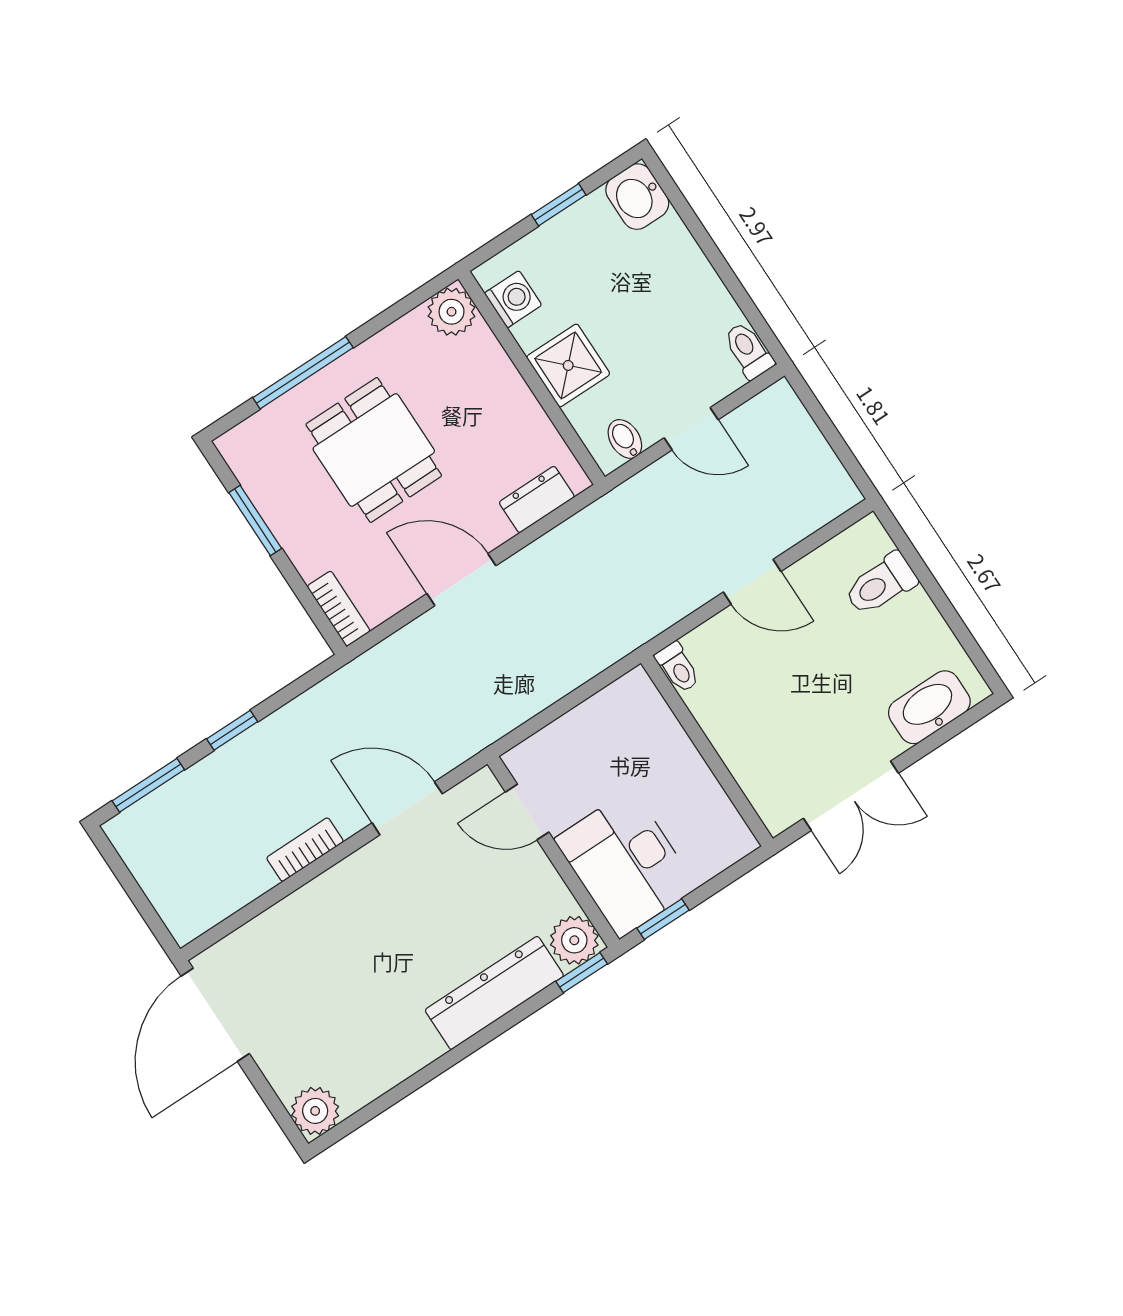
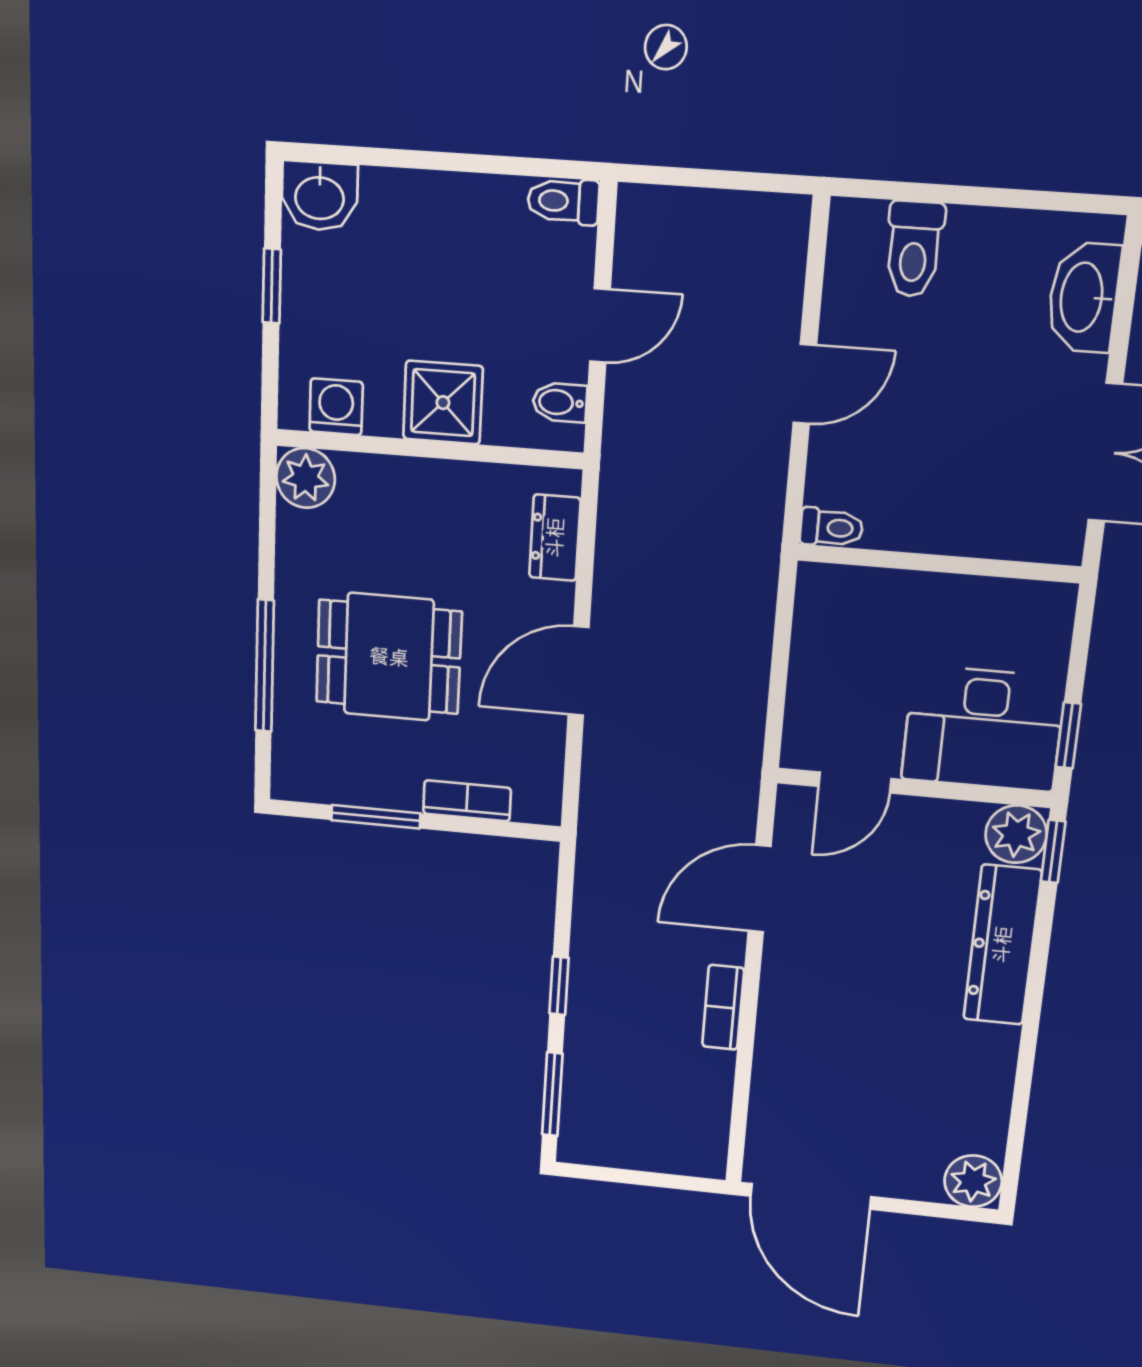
bookcase: (339, 609) -> (467, 801), moved

